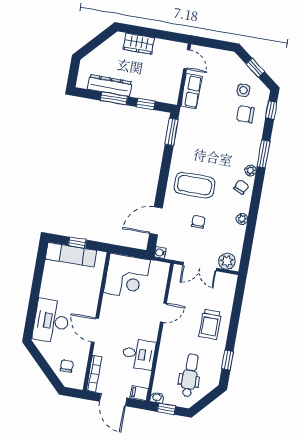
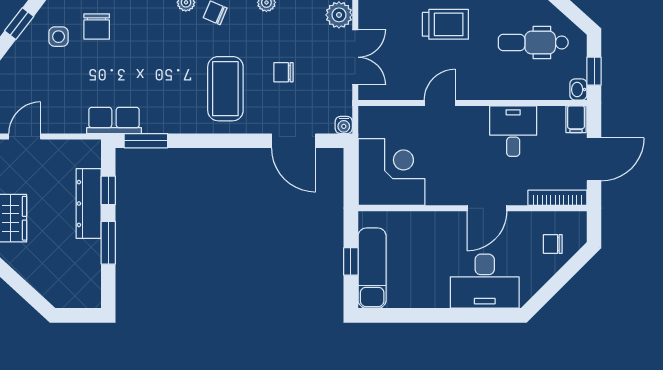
dresser: (110, 86) -> (89, 204), moved
row of seats: (191, 91) -> (114, 120), moved
door: (163, 313) -> (440, 103), hinge flipped

